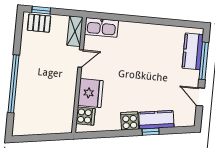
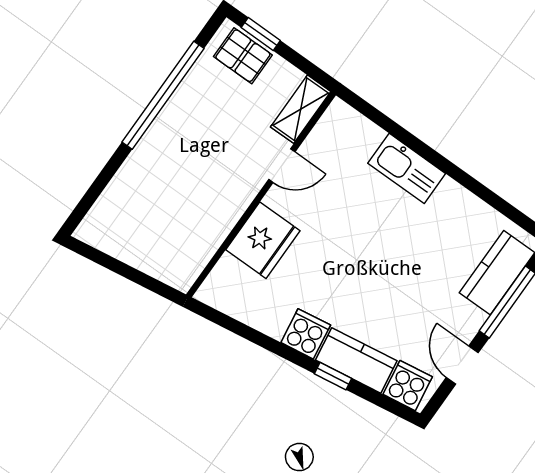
kitchen sink: (101, 27) -> (407, 168), moved
window: (14, 84) -> (163, 95), moved
cooker: (86, 116) -> (408, 386), moved, turned -99

